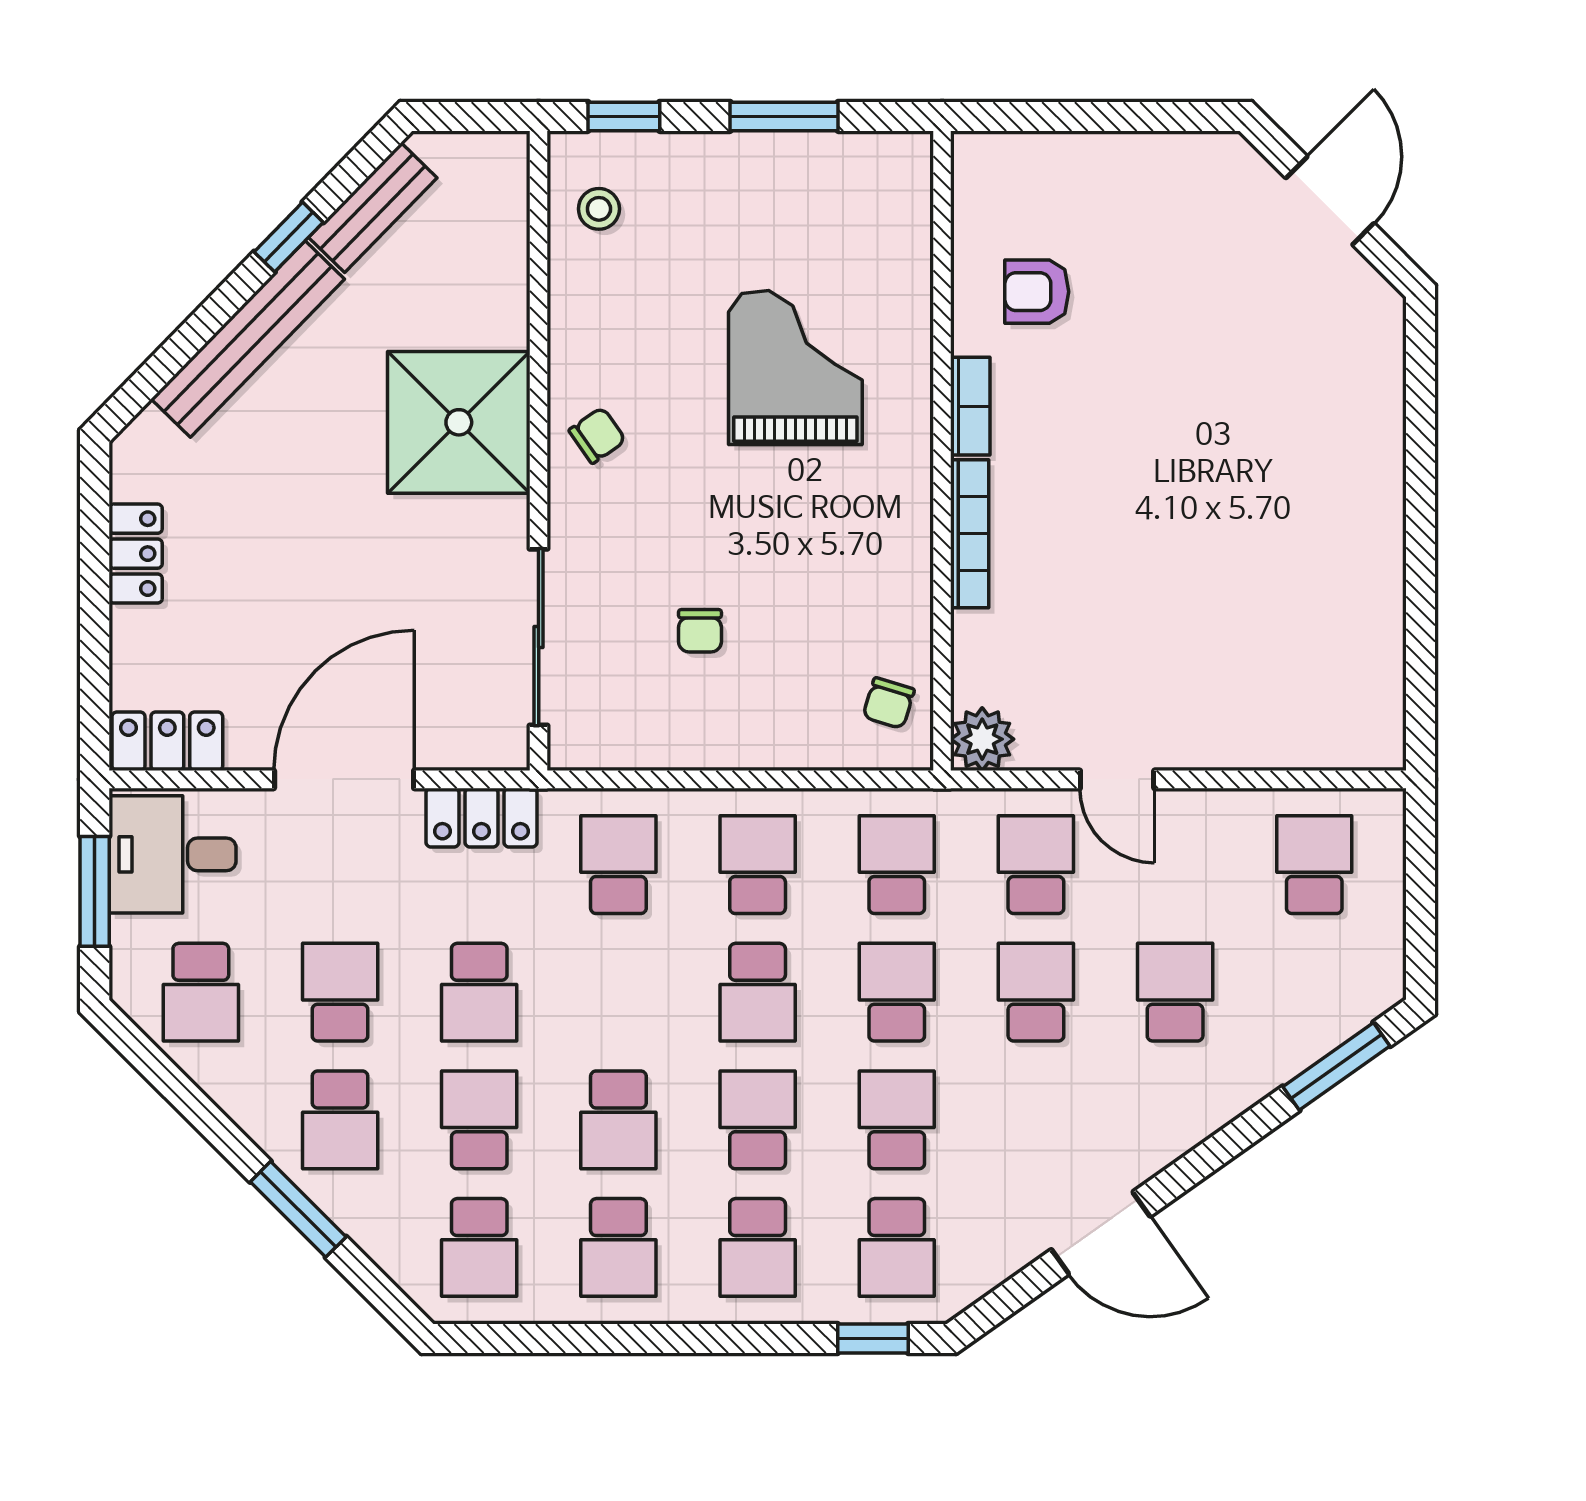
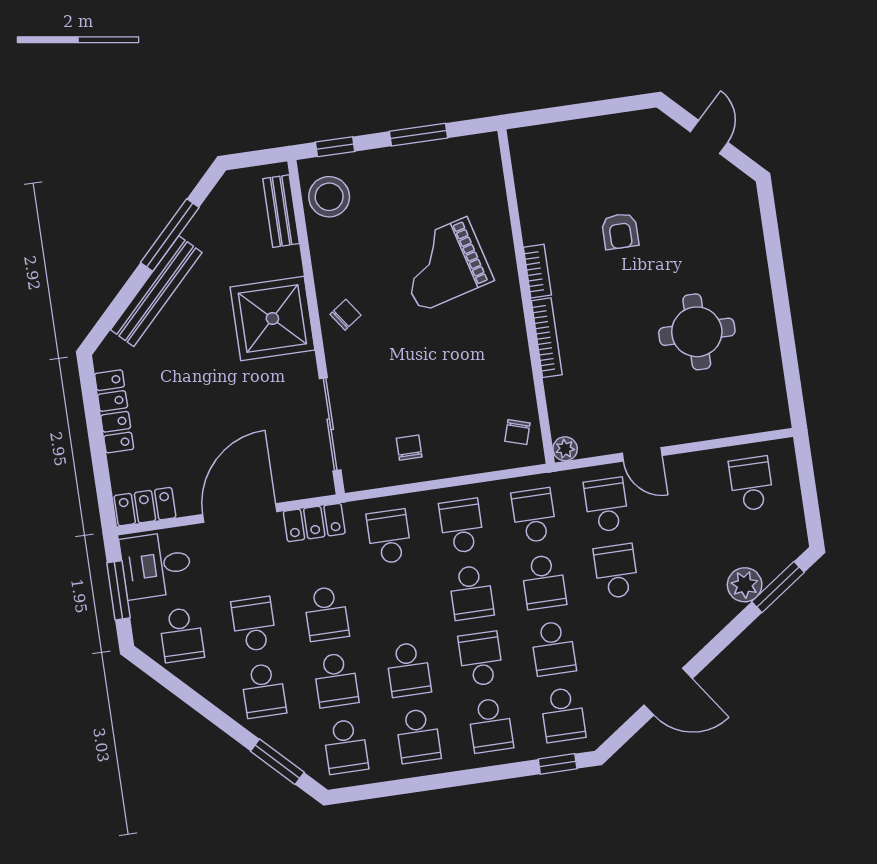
door: (1330, 201) -> (709, 137), width x0.73
bench: (373, 208) -> (281, 211), moved, turned -44
stool: (599, 209) -> (329, 197), width x1.89, depth x1.89
window: (289, 237) -> (170, 235), width x2.17
armchair: (1037, 292) -> (620, 231), moved, turned -90
grand piano: (795, 367) -> (443, 264), turned -105
locker: (136, 554) -> (114, 411), width x1.53
round table: (1254, 564) -> (697, 332), added
chair: (700, 631) -> (409, 448), moved, turned 180
plant: (982, 739) -> (565, 449), width x0.73, depth x0.73
school desk: (897, 992) -> (544, 582), turned 180
school desk: (1175, 992) -> (689, 561), removed
plant: (1274, 1053) -> (745, 585), added
school desk: (479, 1120) -> (336, 680), turned 180
school desk: (897, 1120) -> (553, 648), turned 180
window: (298, 1209) -> (277, 762), moved

